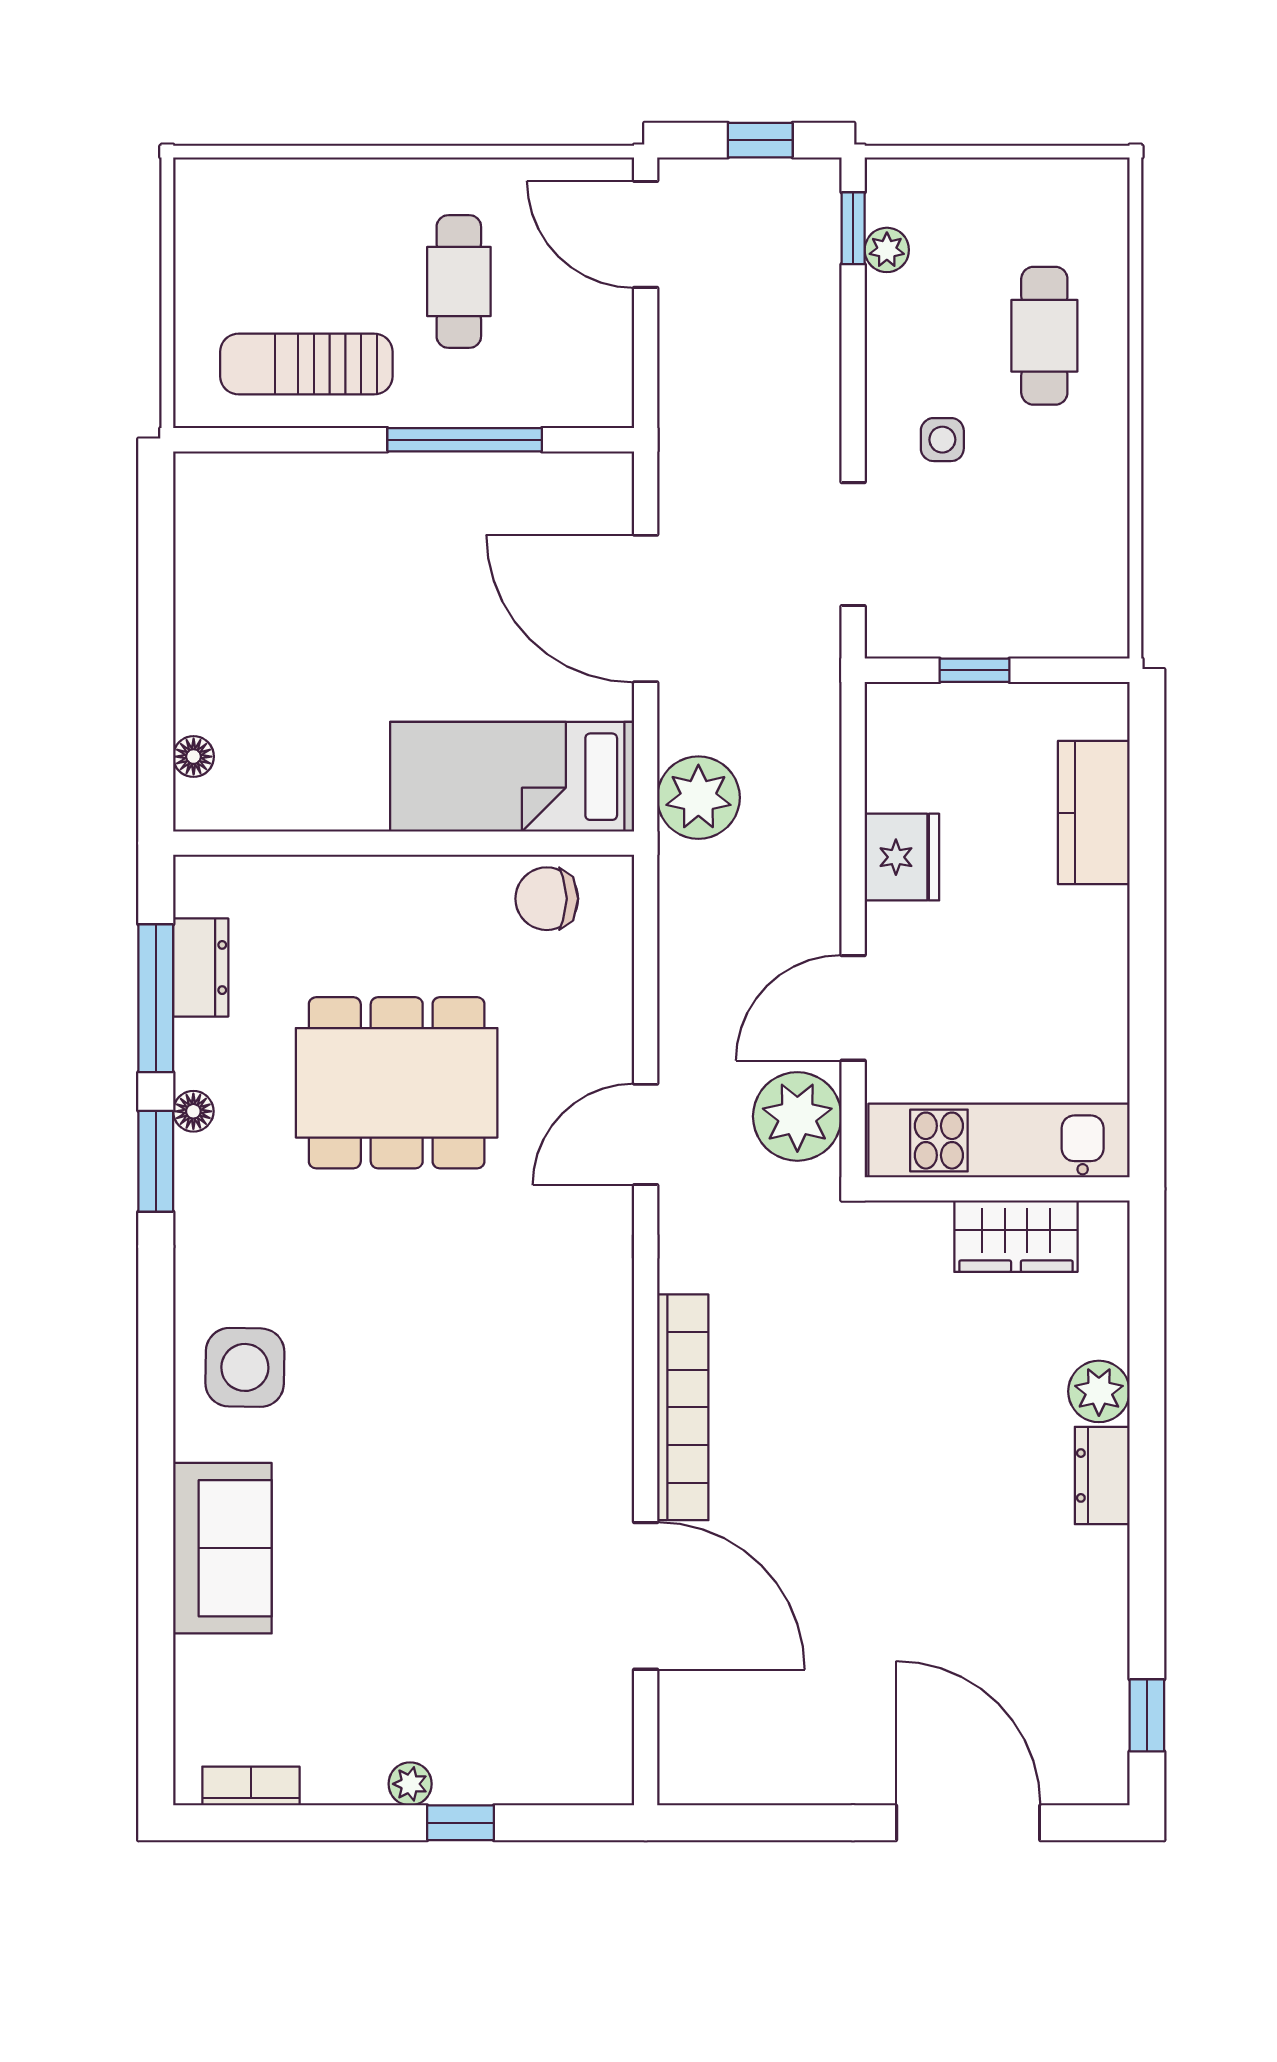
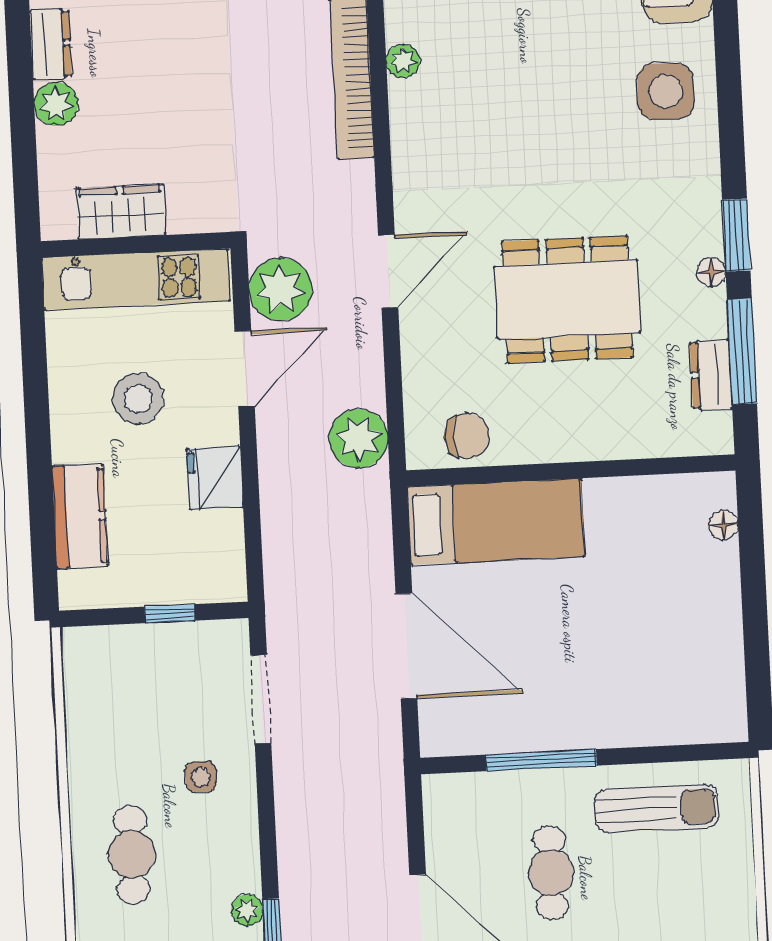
plant: (698, 798) -> (359, 439), moved
stool: (1004, 973) -> (138, 399), added
plant: (611, 1428) -> (403, 61), added

